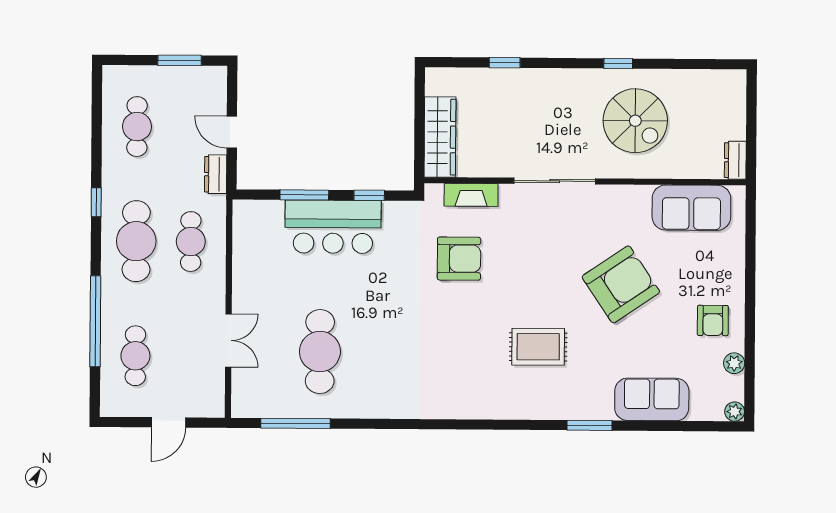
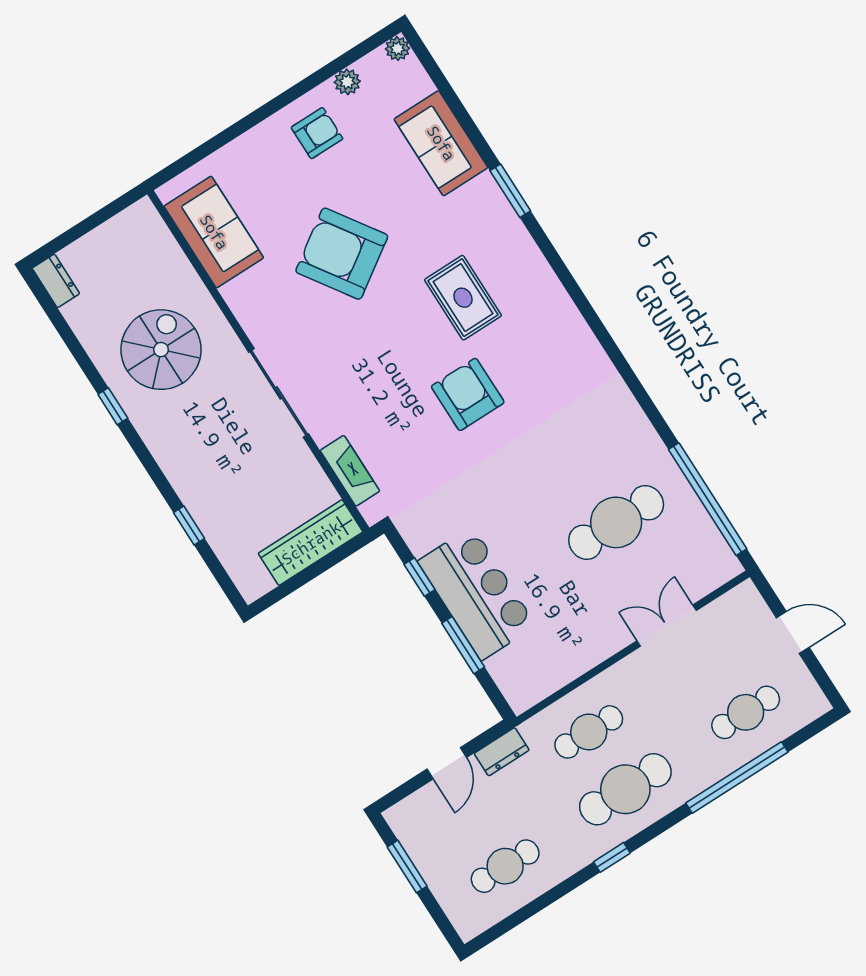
dresser: (735, 160) -> (56, 281), moved, turned -90
armchair: (459, 259) -> (468, 394), moved
window: (296, 423) -> (708, 499), width x1.46

